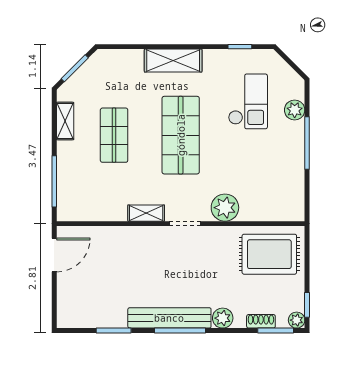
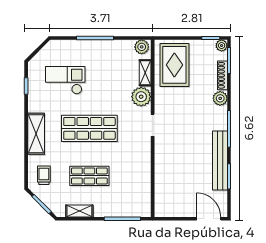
trolley: (115, 71) -> (44, 175), added
plant: (295, 110) -> (142, 47), moved
shelving: (146, 213) -> (145, 73), moved
door: (54, 255) -> (209, 219), moved
bench: (169, 318) -> (220, 160), moved
shoe rack: (261, 321) -> (222, 75), width x1.43

